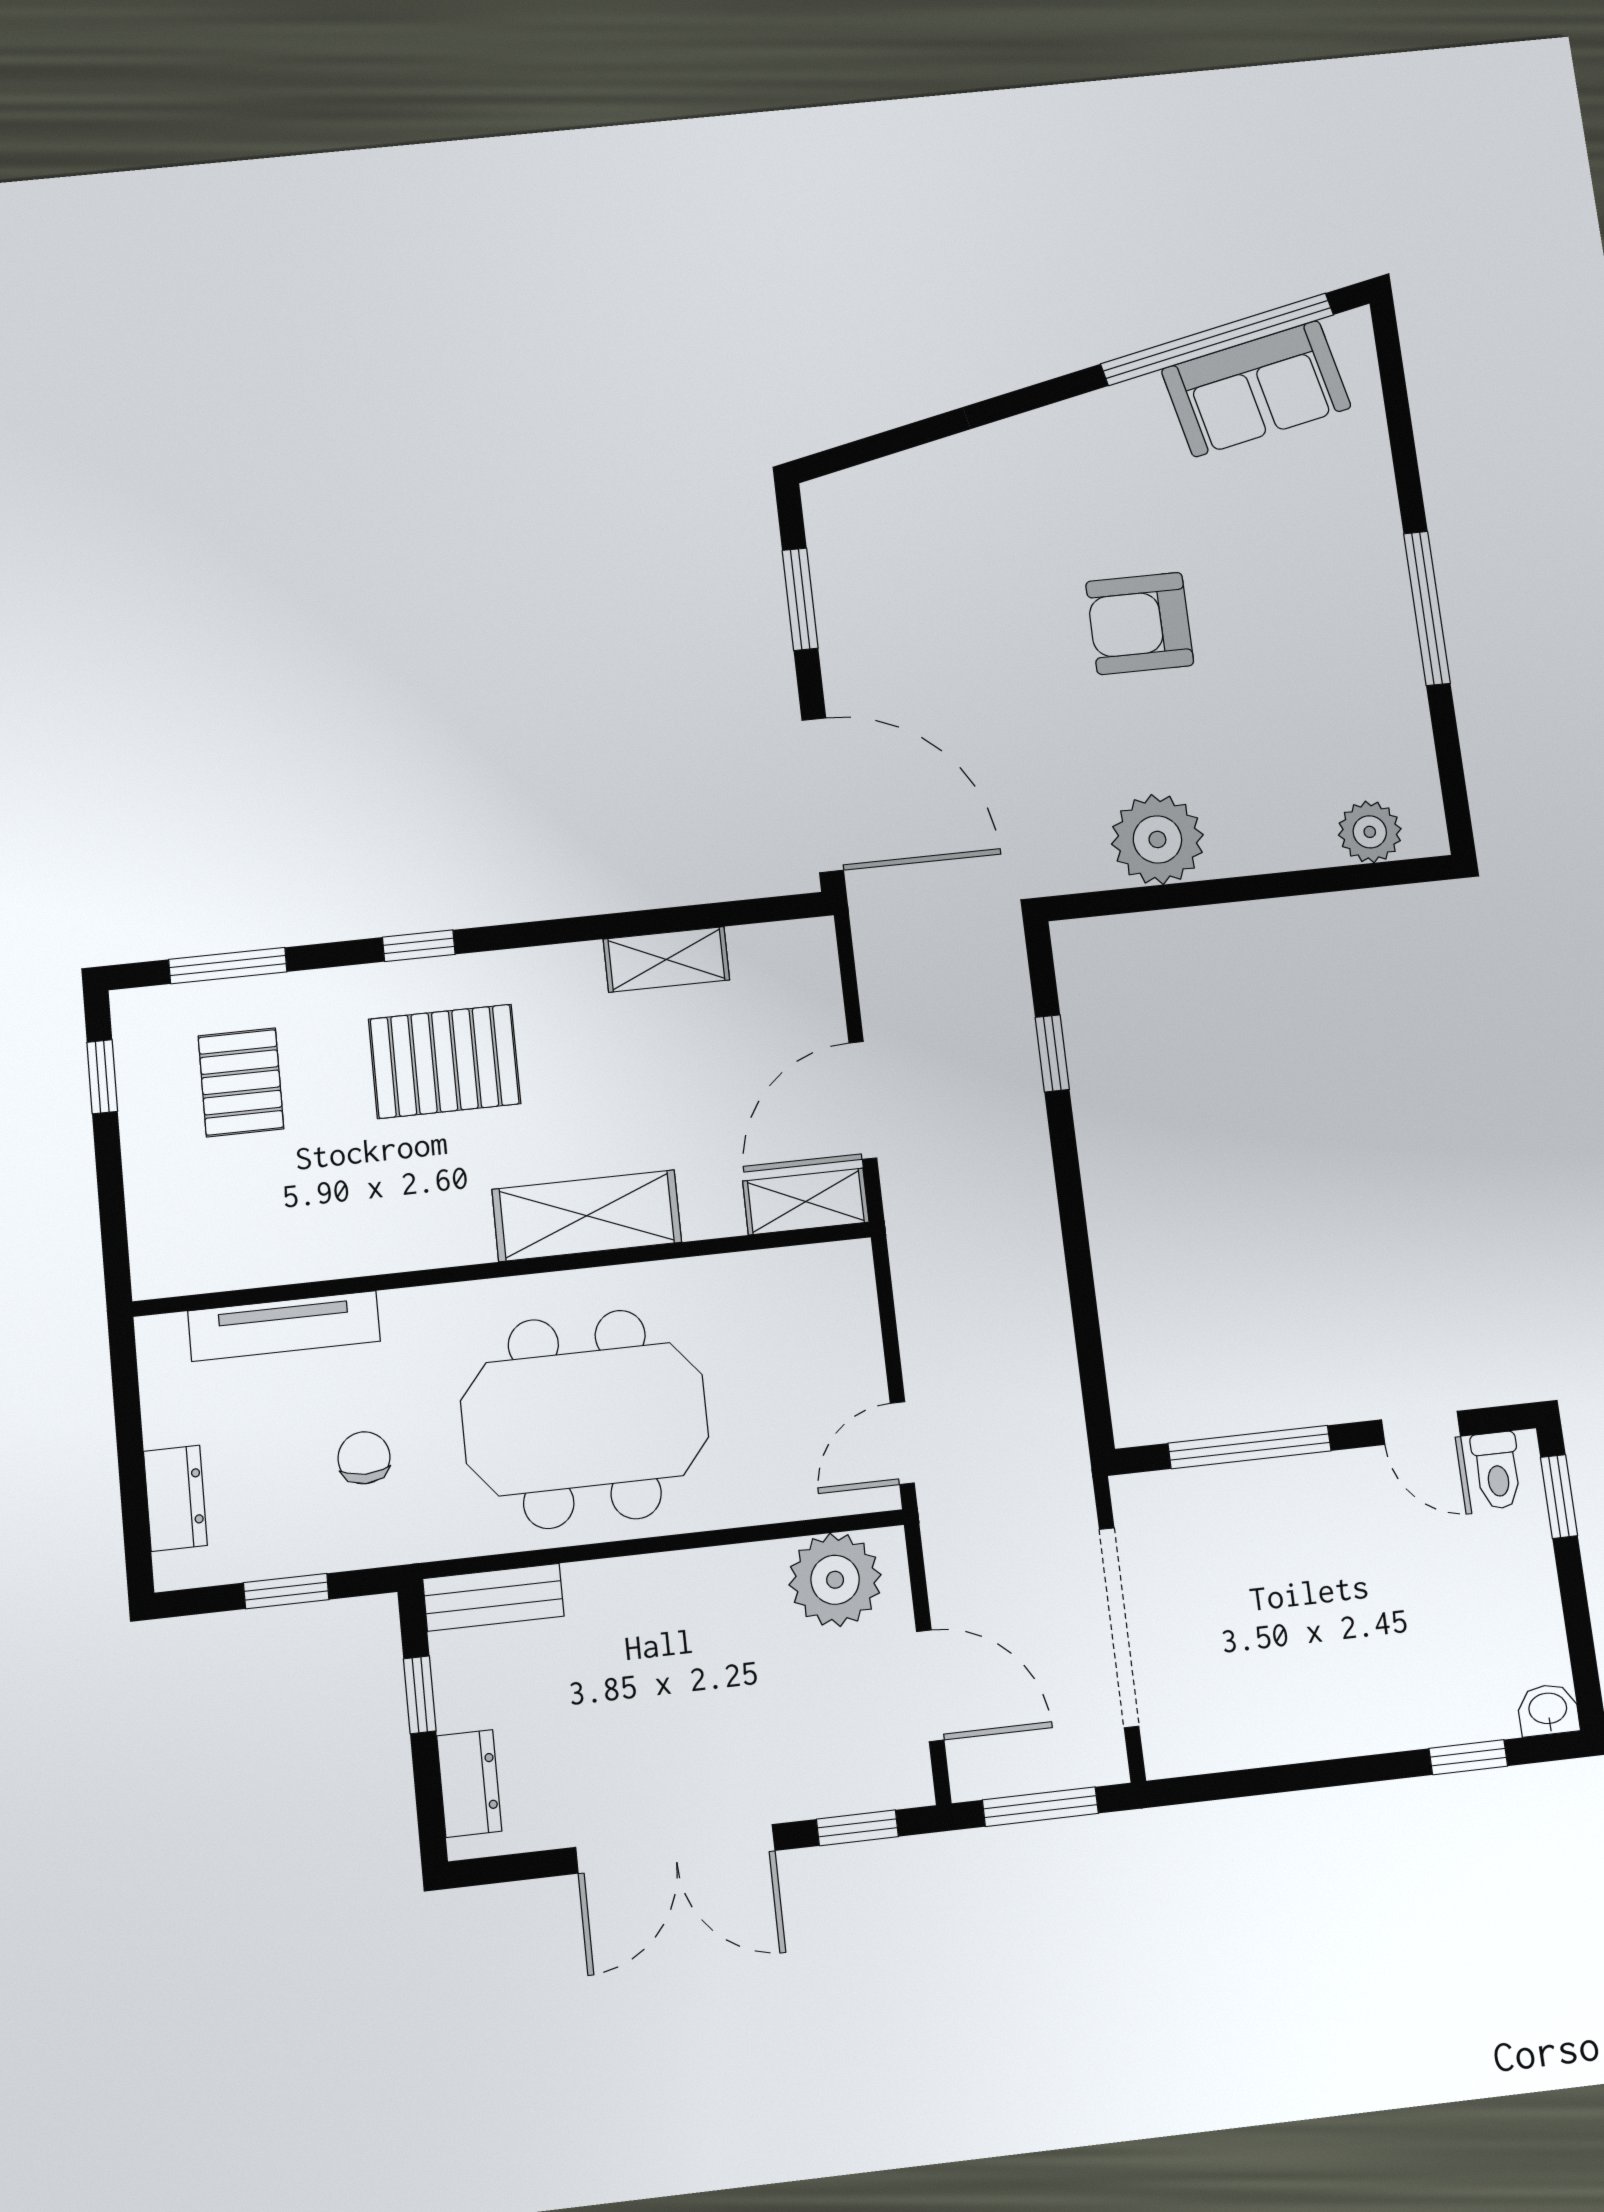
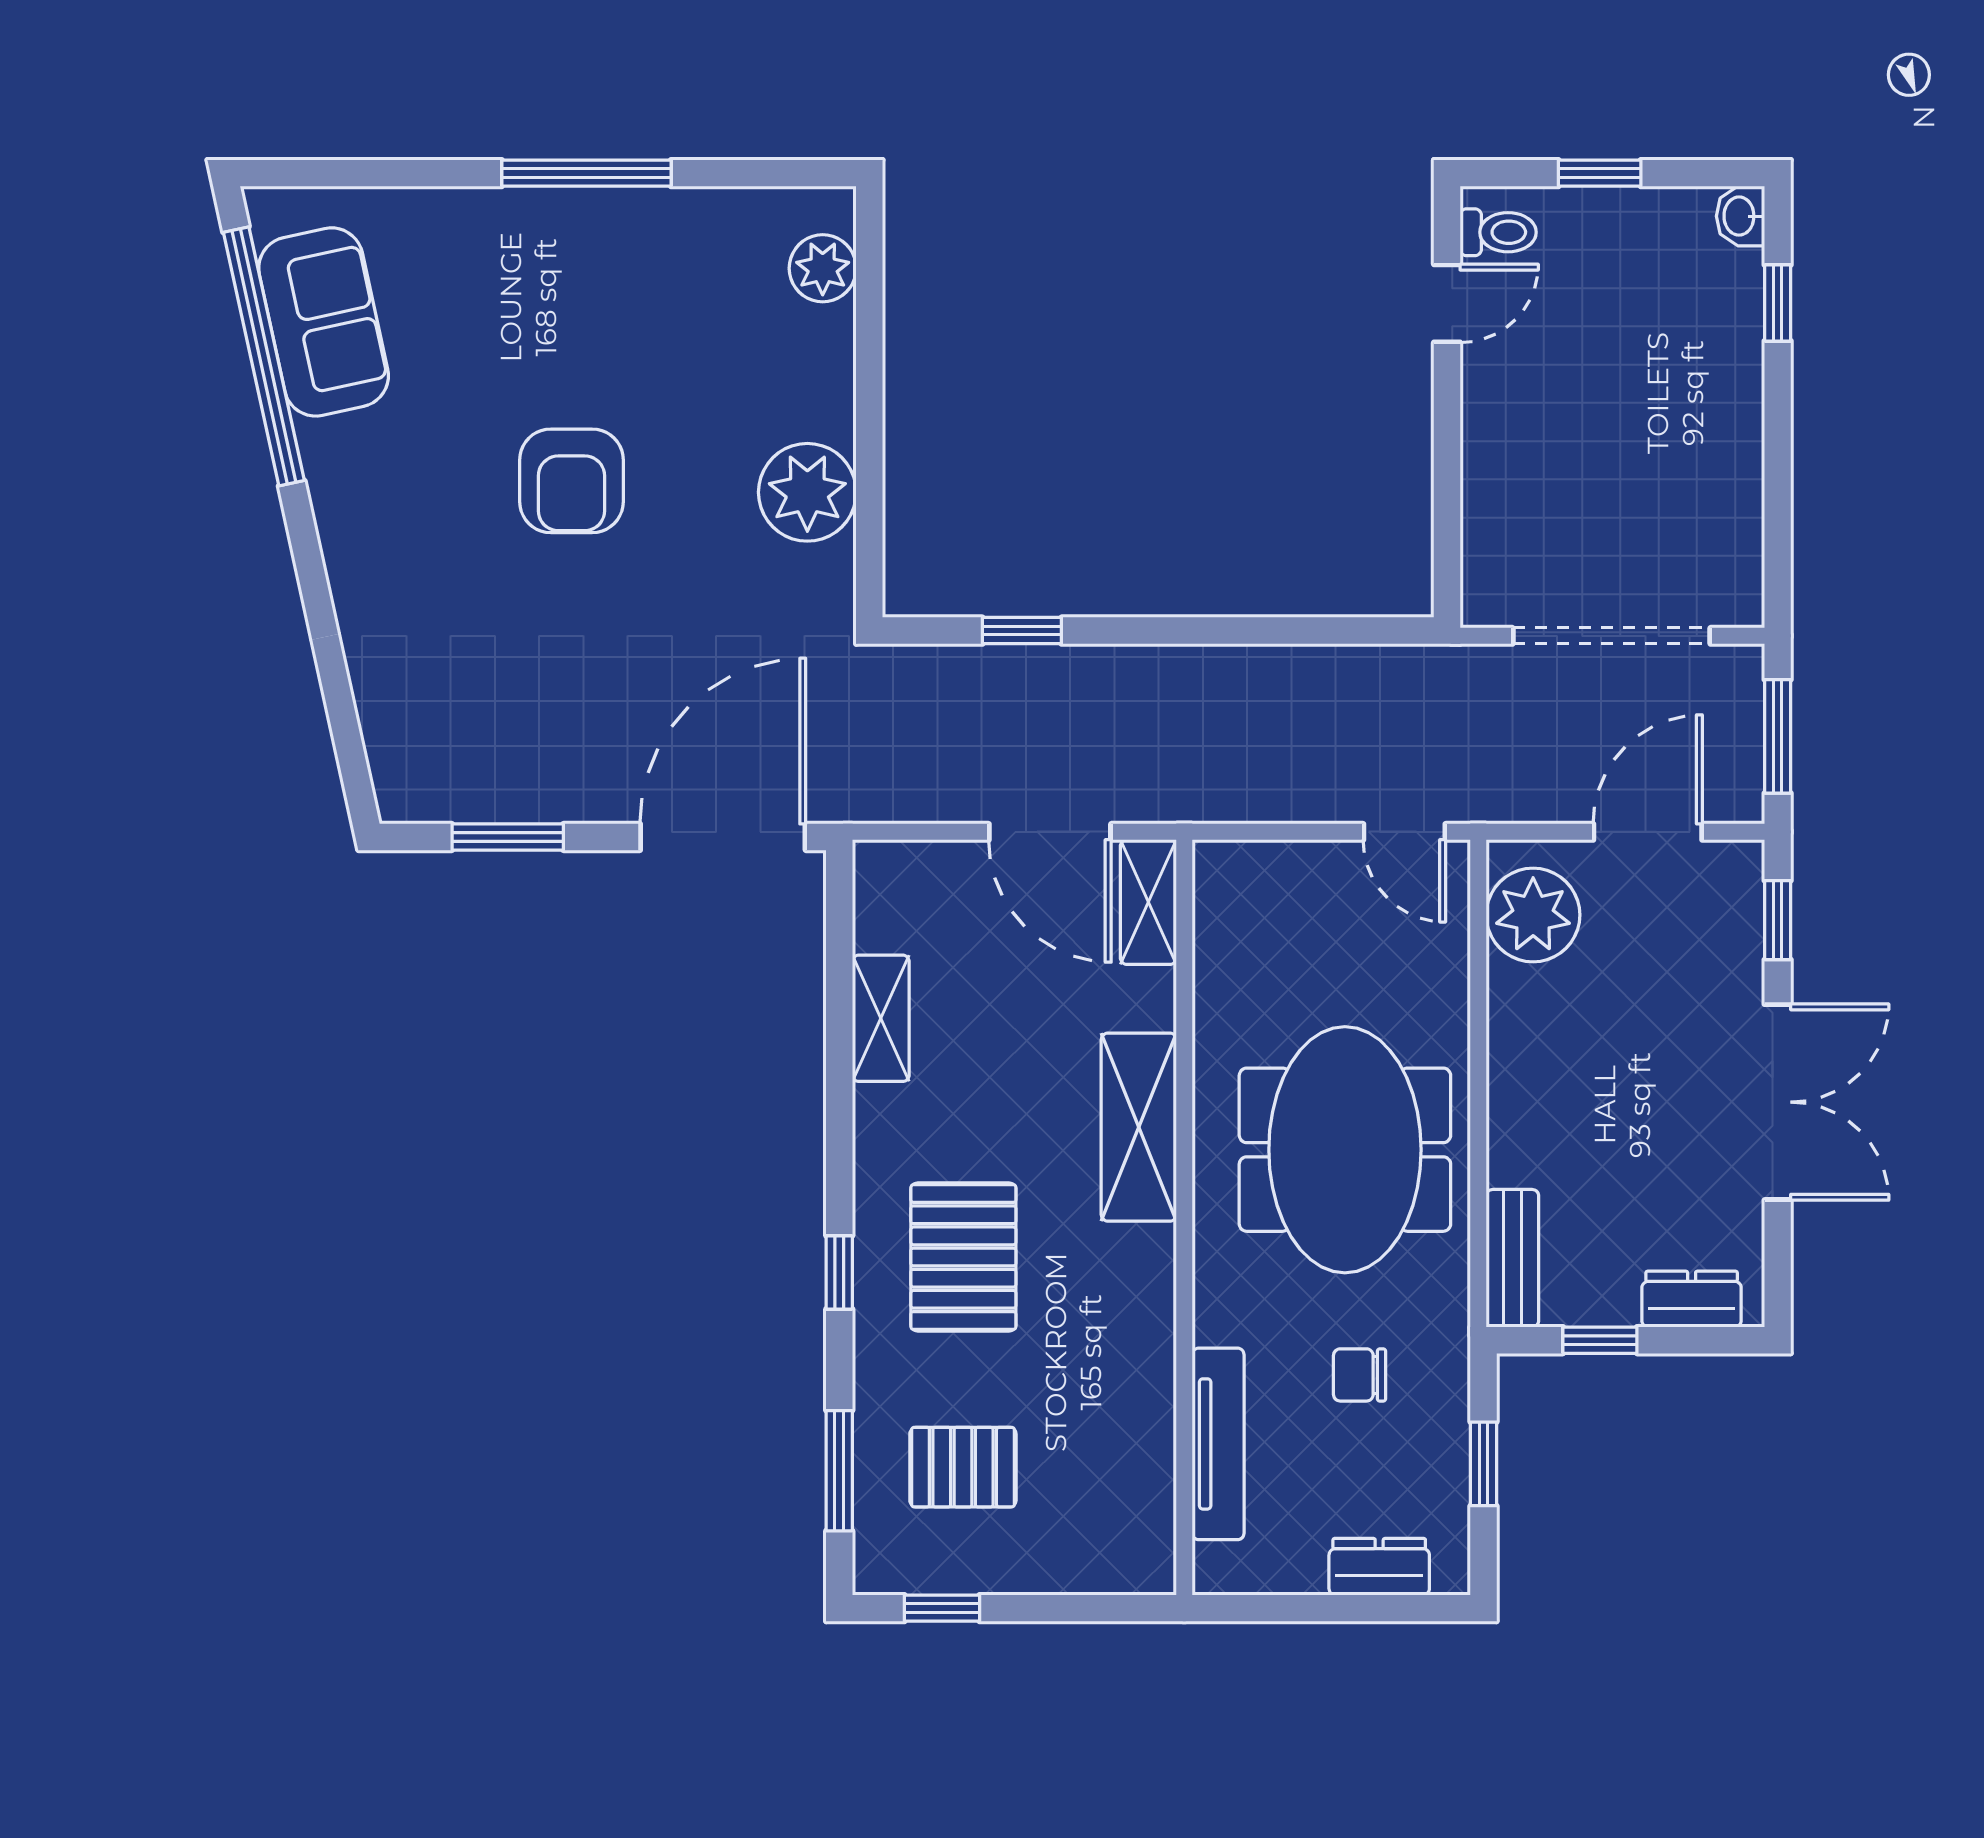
window: (1249, 1447) -> (1447, 481), removed
window: (1559, 1496) -> (1600, 173), moved

